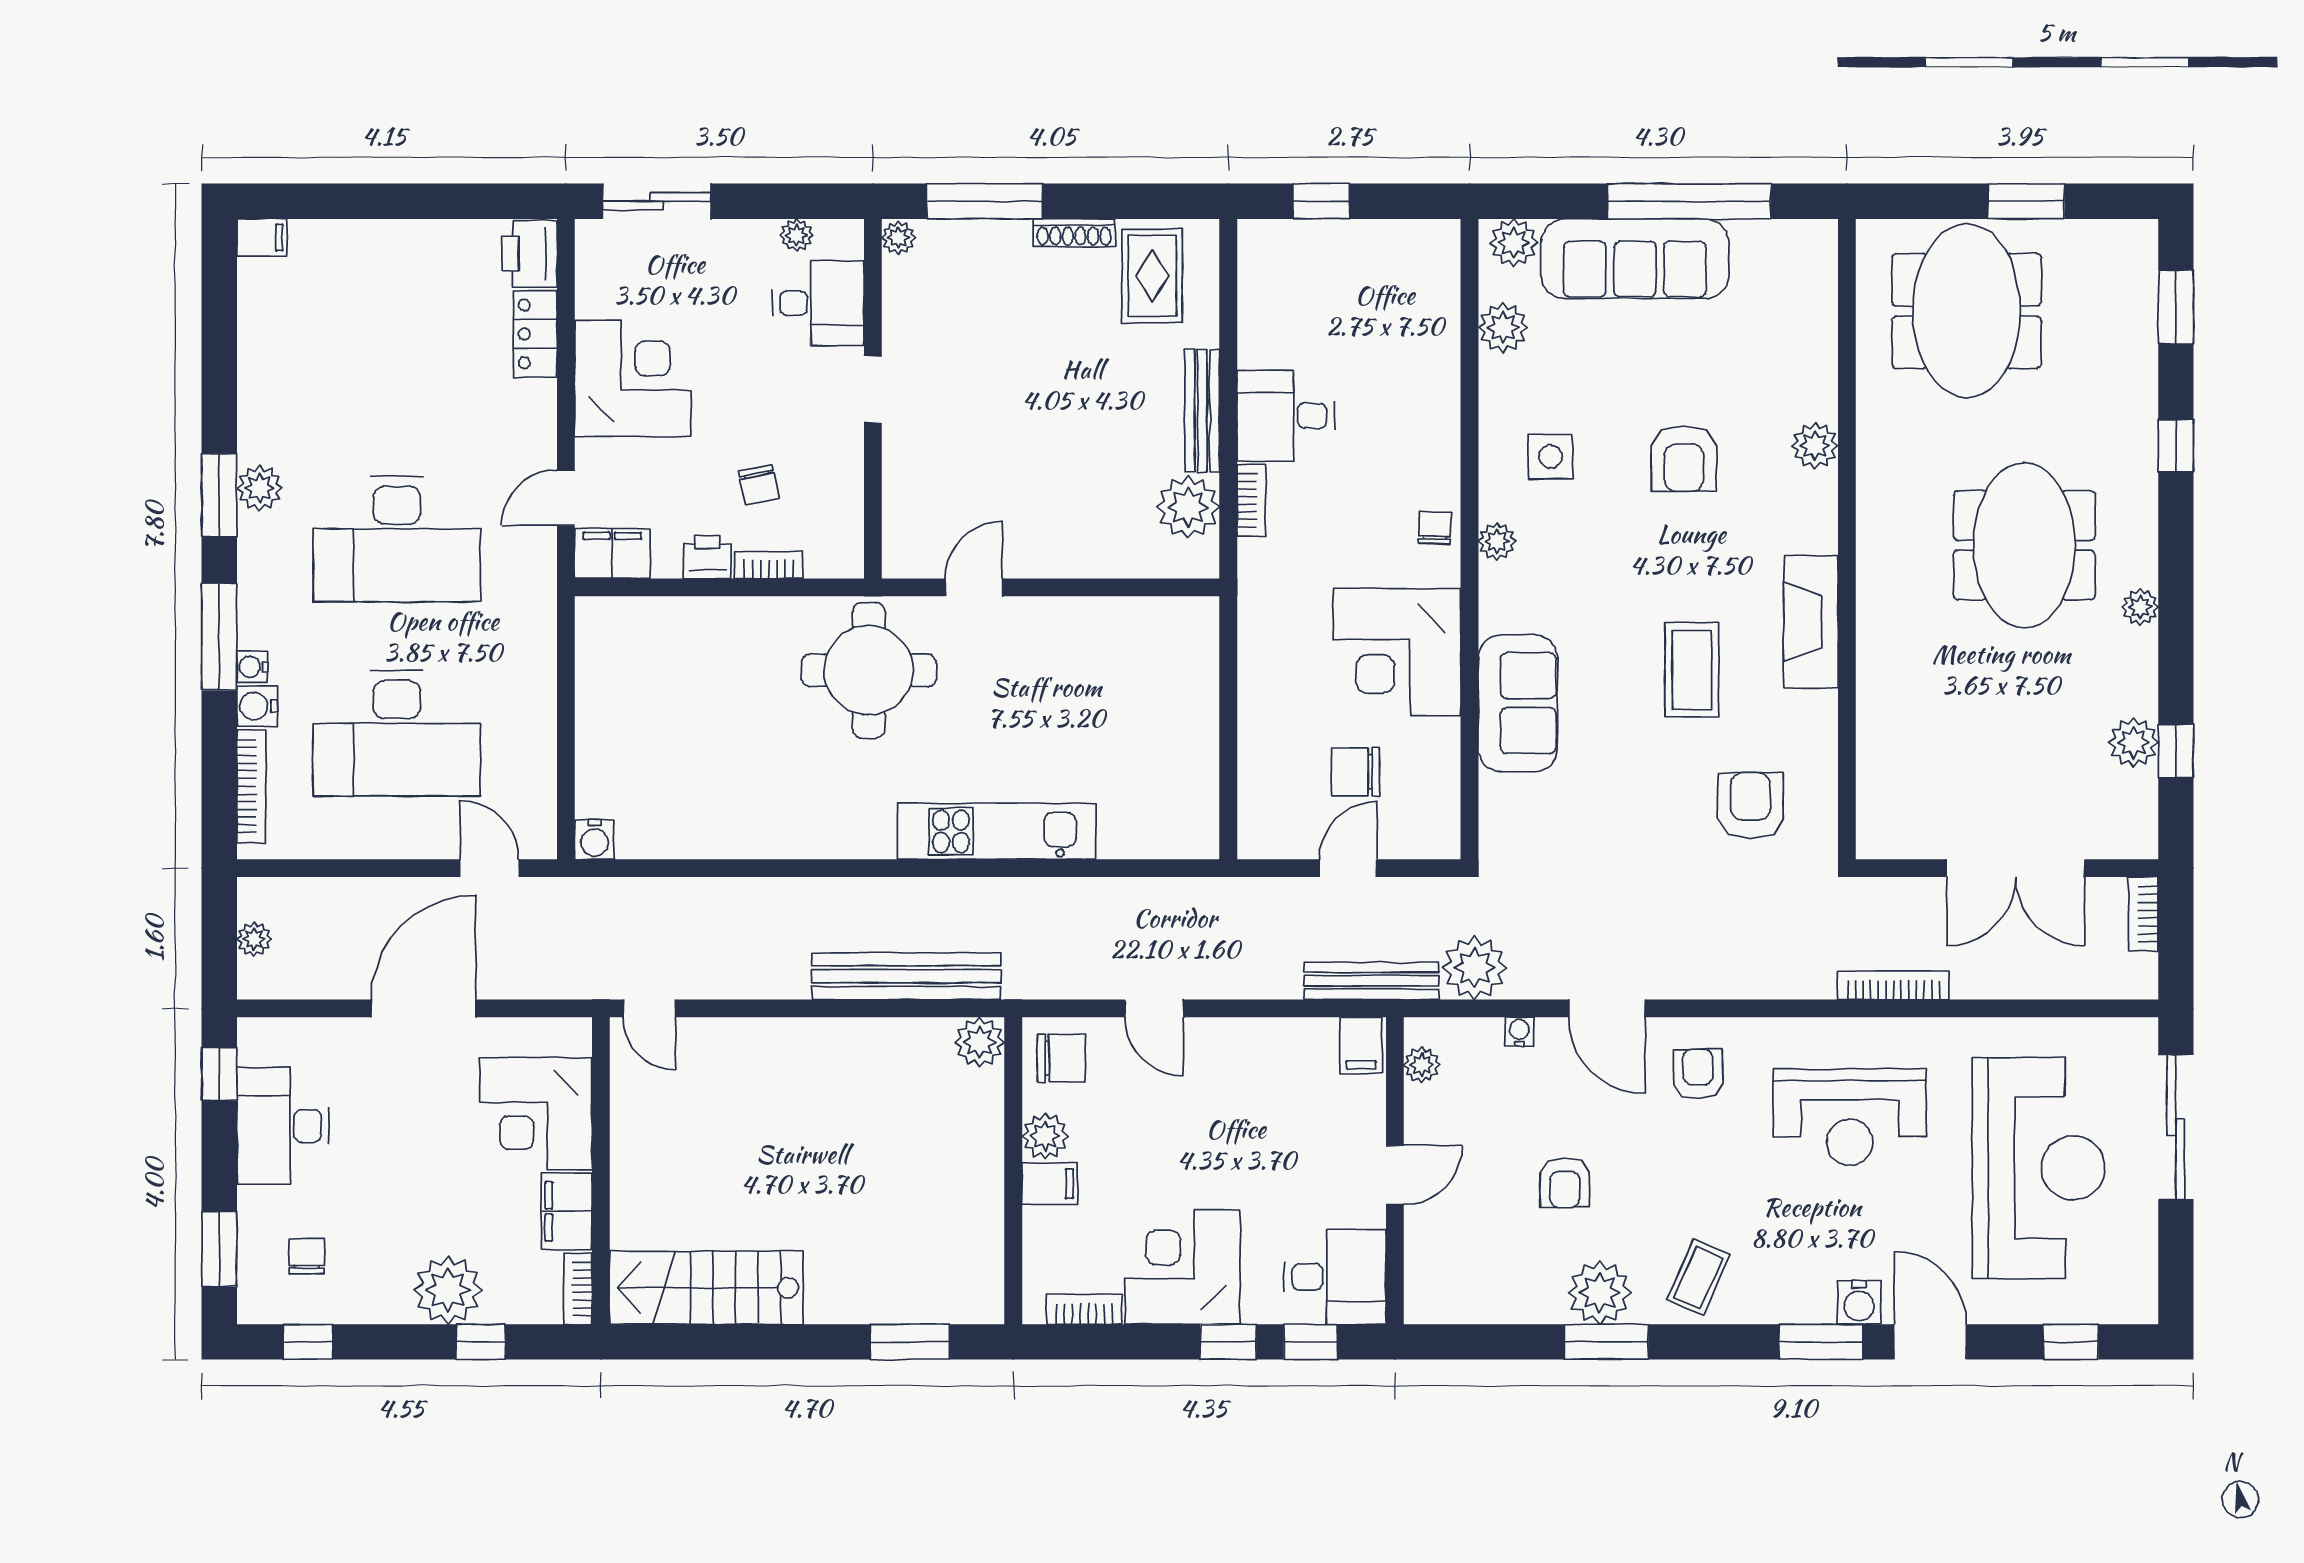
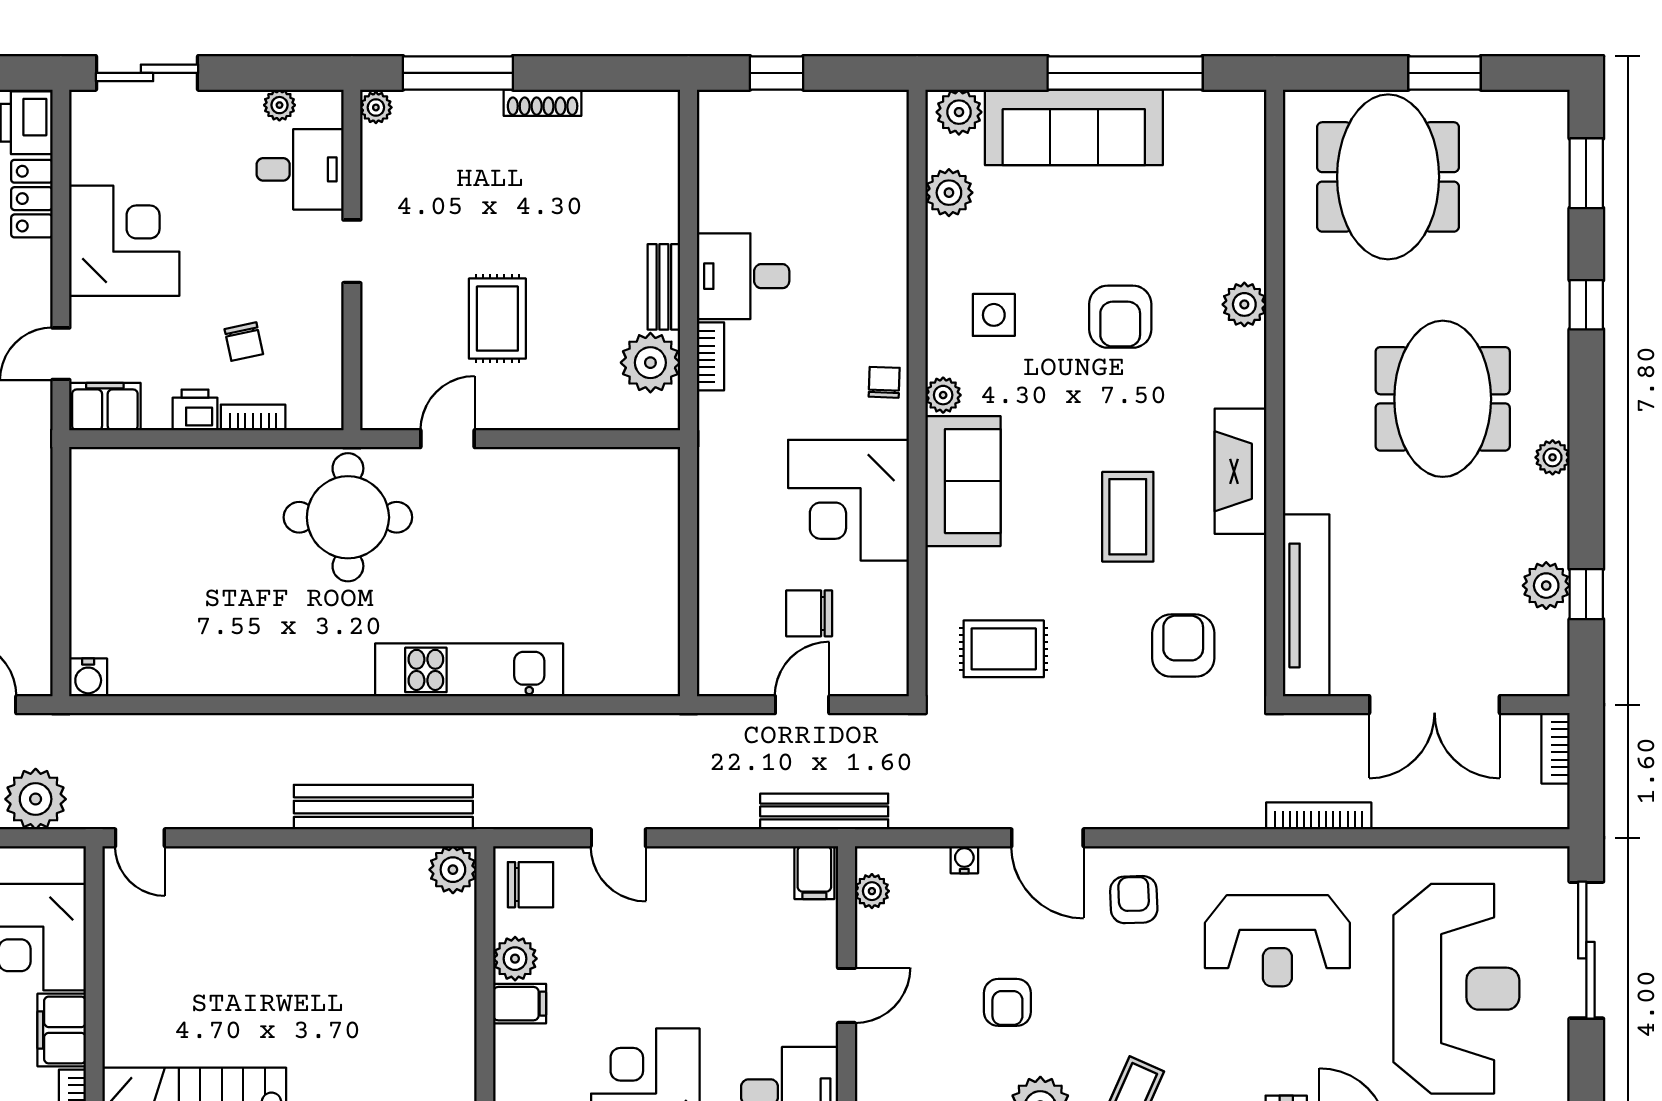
rug: (1152, 276) -> (497, 319), moved
bench: (1202, 411) -> (664, 287), width x0.73
sofa: (1518, 703) -> (963, 481), moved
tv unit: (1880, 763) -> (1306, 605), added
rug: (1561, 809) -> (1004, 649), added
plant: (1474, 968) -> (36, 799), moved

